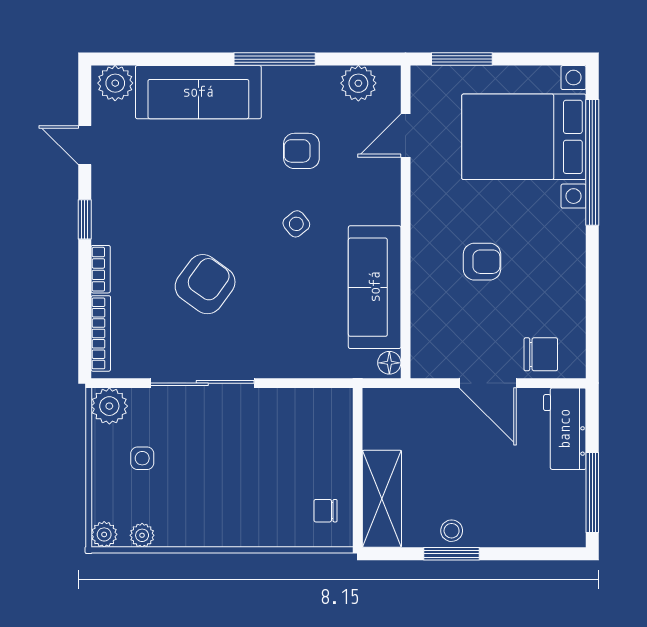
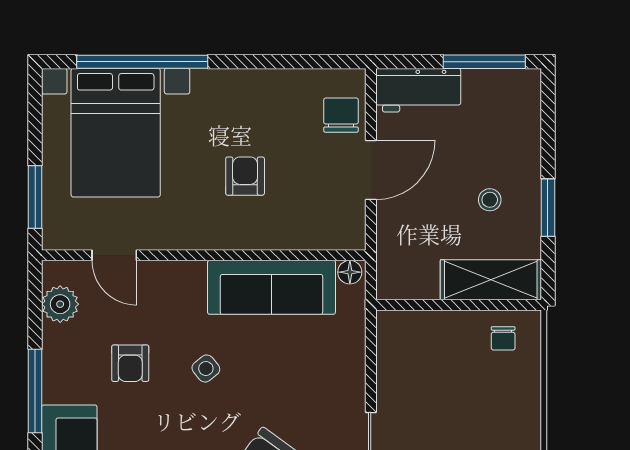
stool: (452, 531) -> (490, 200), moved

